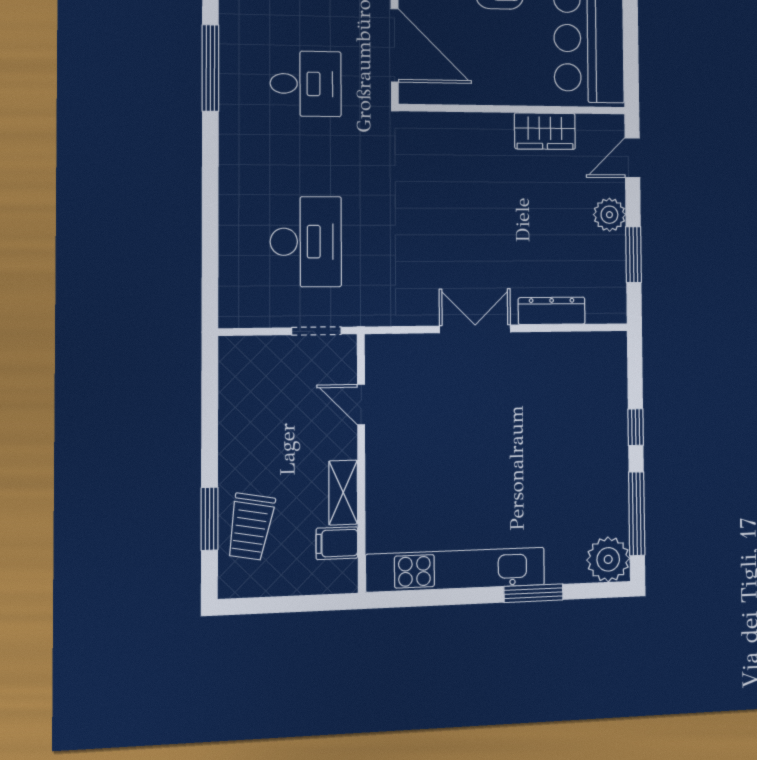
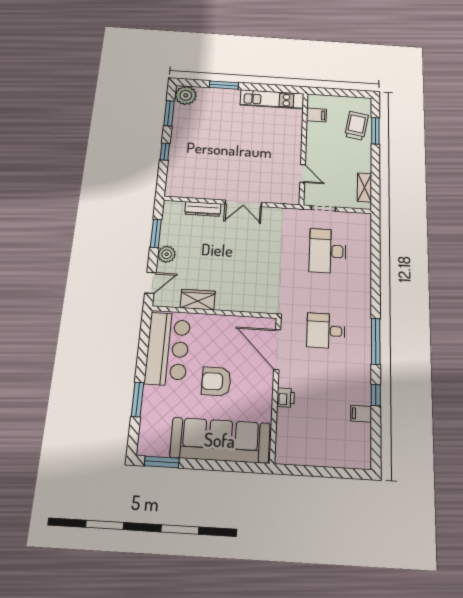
shelving: (343, 492) -> (365, 187), moved
window: (637, 514) -> (169, 113), width x0.69
kitchen unit: (456, 570) -> (272, 99), width x0.73

